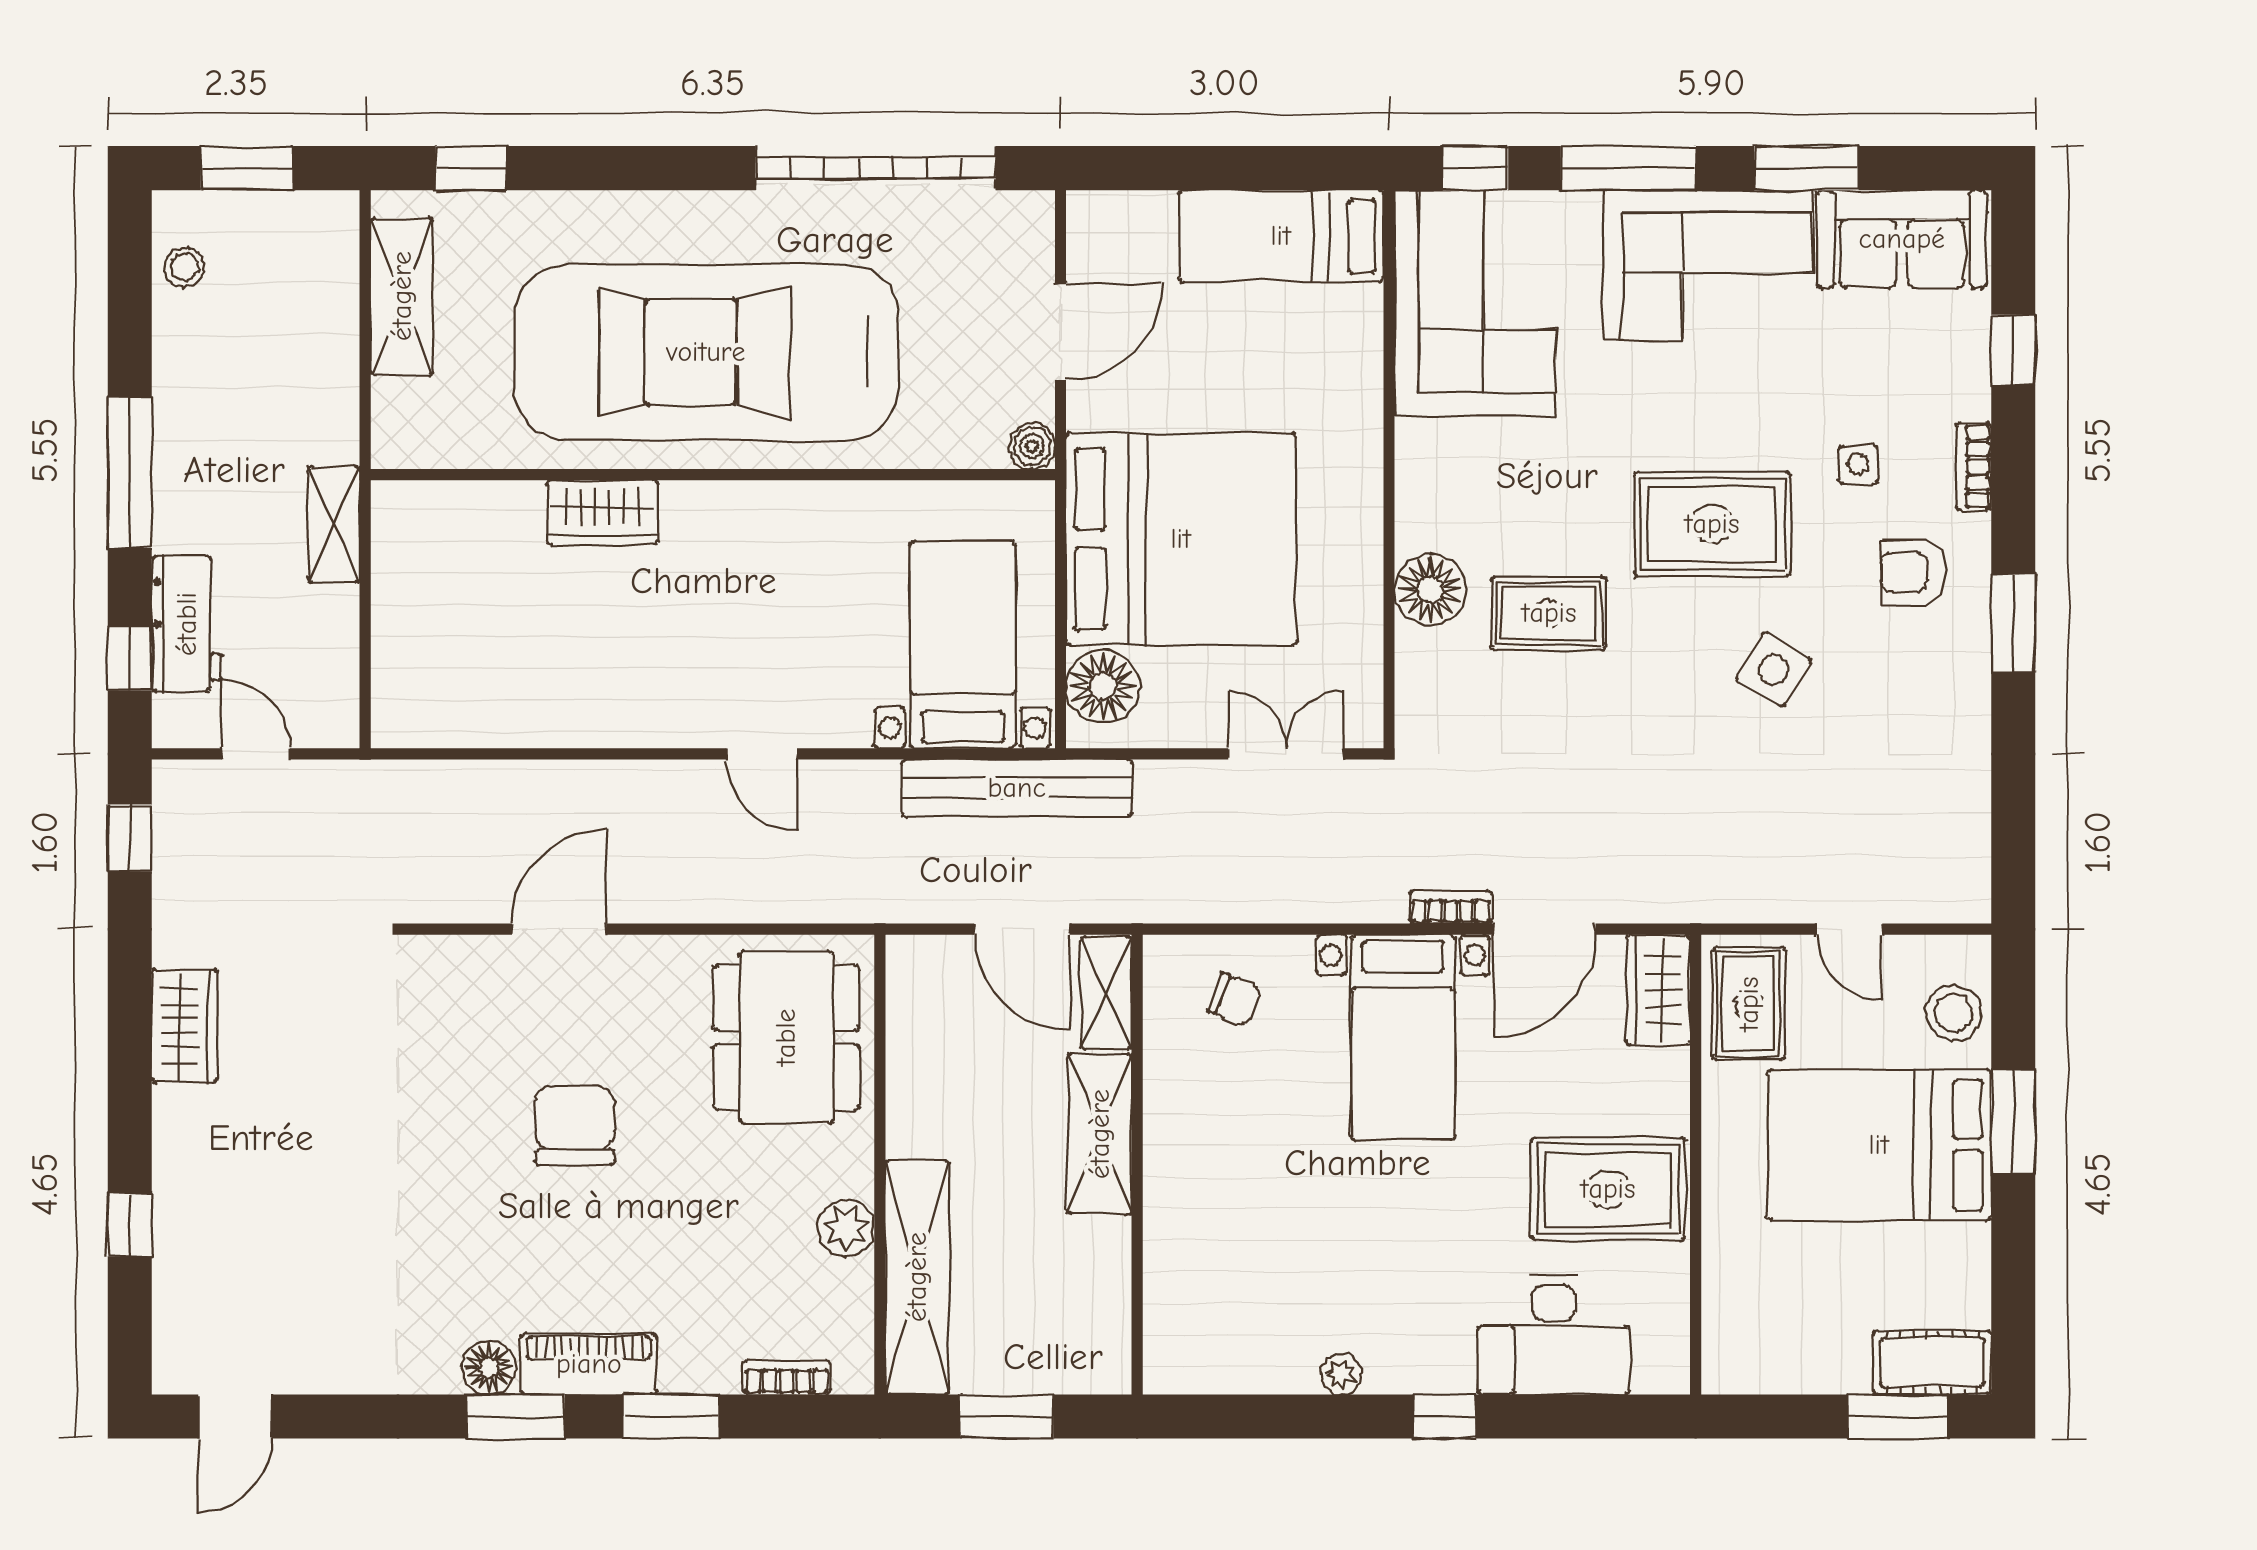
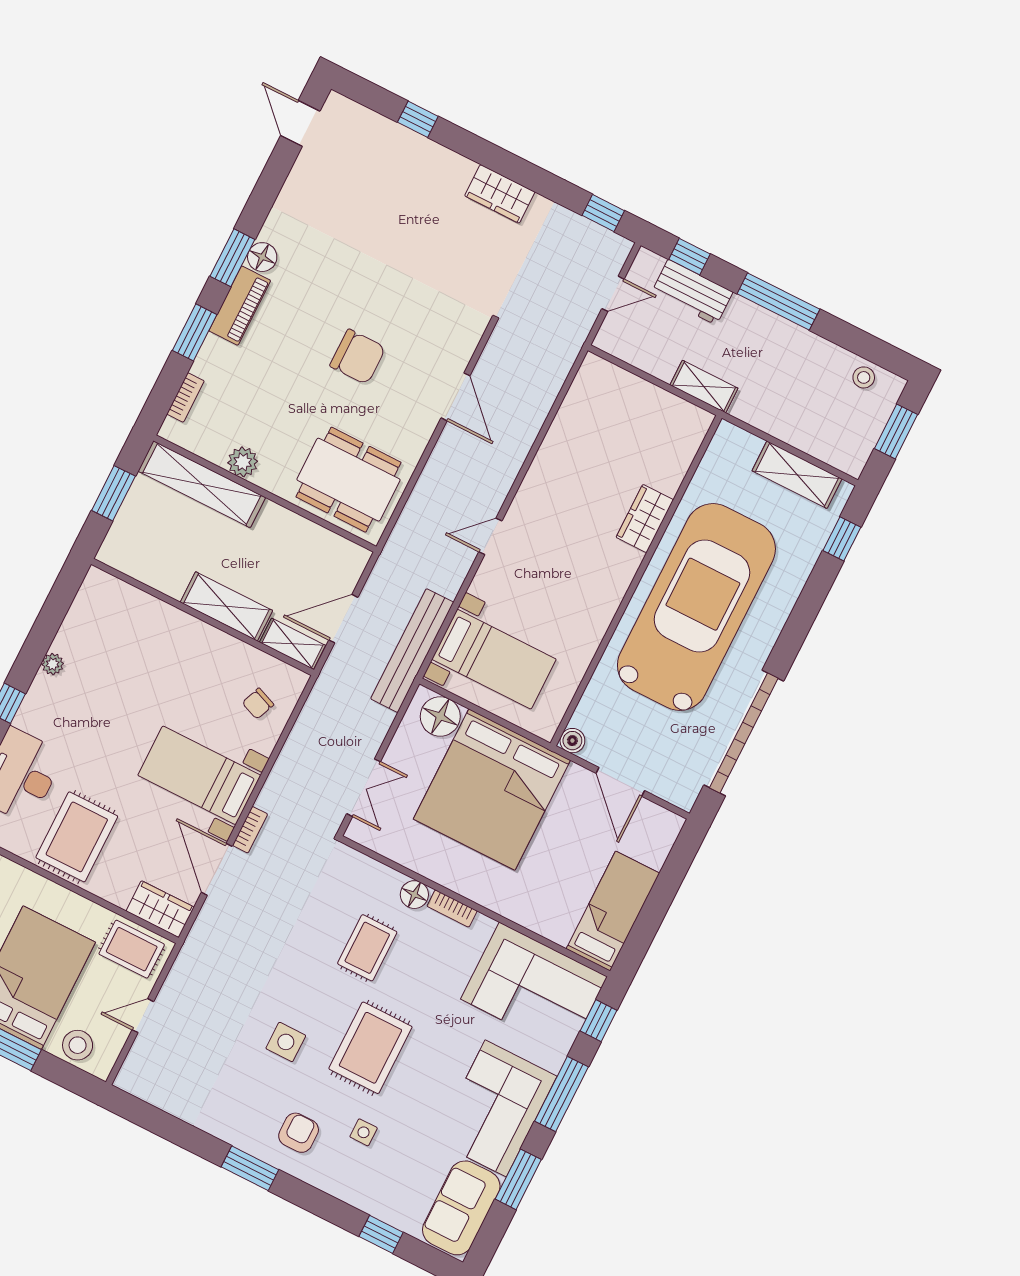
bookcase: (1974, 466) -> (452, 908), moved, turned 180
floor lamp: (1430, 589) -> (414, 895), width x0.73, depth x0.73
side table: (1773, 670) -> (286, 1042), turned -31

